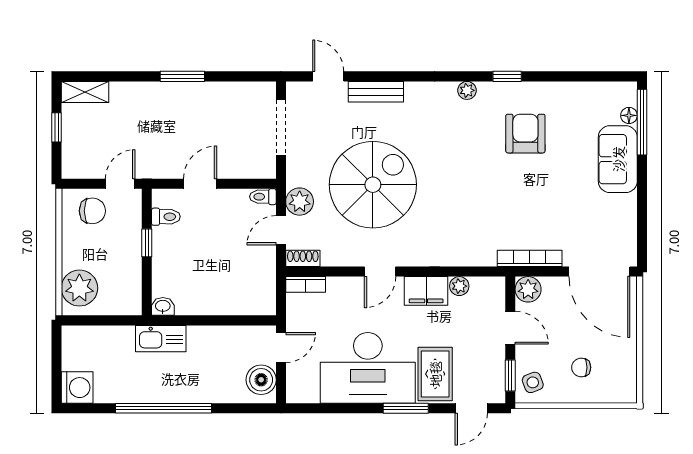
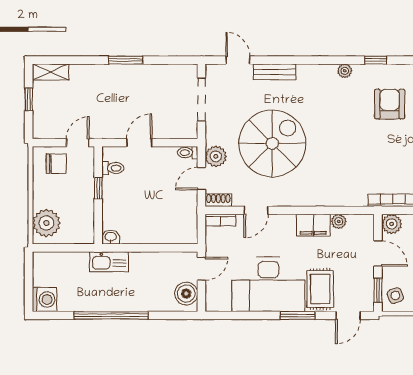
door: (380, 272) -> (256, 210), moved

